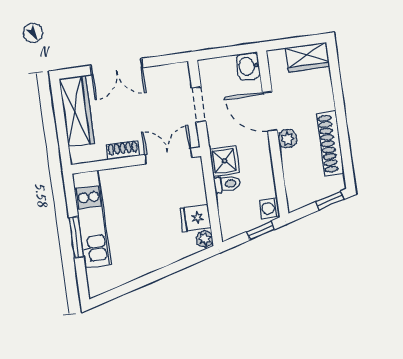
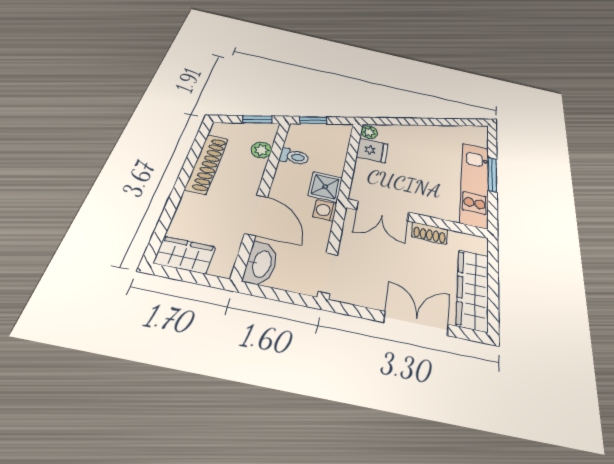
washbasin: (248, 66) -> (261, 264), width x1.38
doorway: (199, 104) -> (328, 273), moved
plant: (287, 139) -> (261, 150), moved
toilet: (227, 184) -> (294, 157), moved, turned 180
window: (330, 201) -> (257, 119), moved
washing machine: (270, 208) -> (325, 210), moved, turned 180

